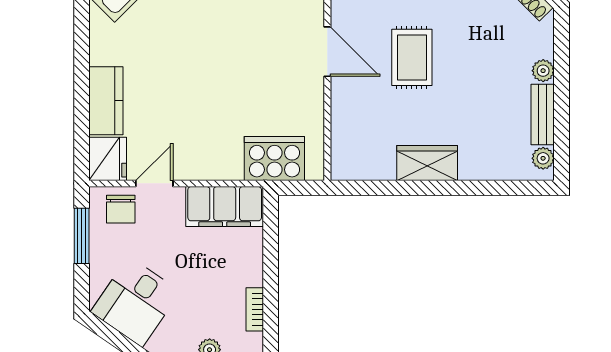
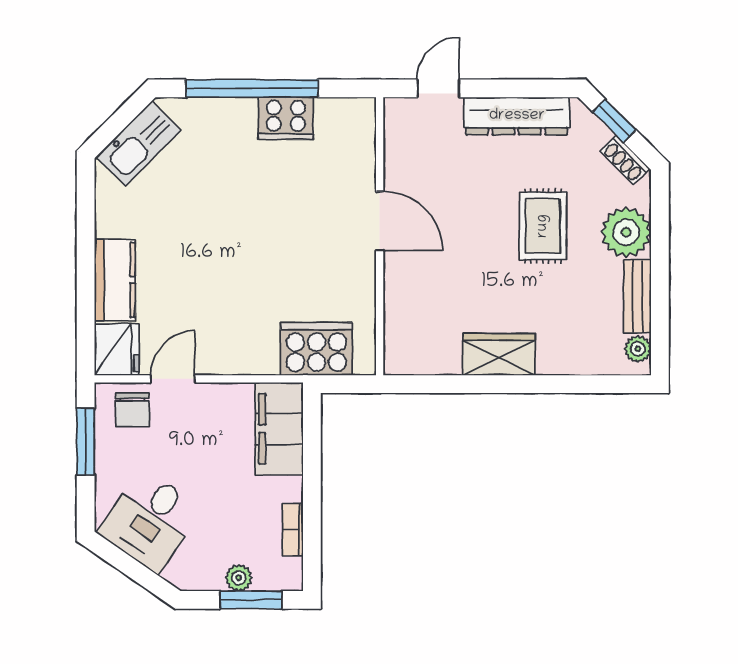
rug: (412, 57) -> (543, 226), moved
plant: (543, 71) -> (626, 232), width x1.88, depth x1.88
filing cabinet: (225, 206) -> (279, 429), moved, turned 90

